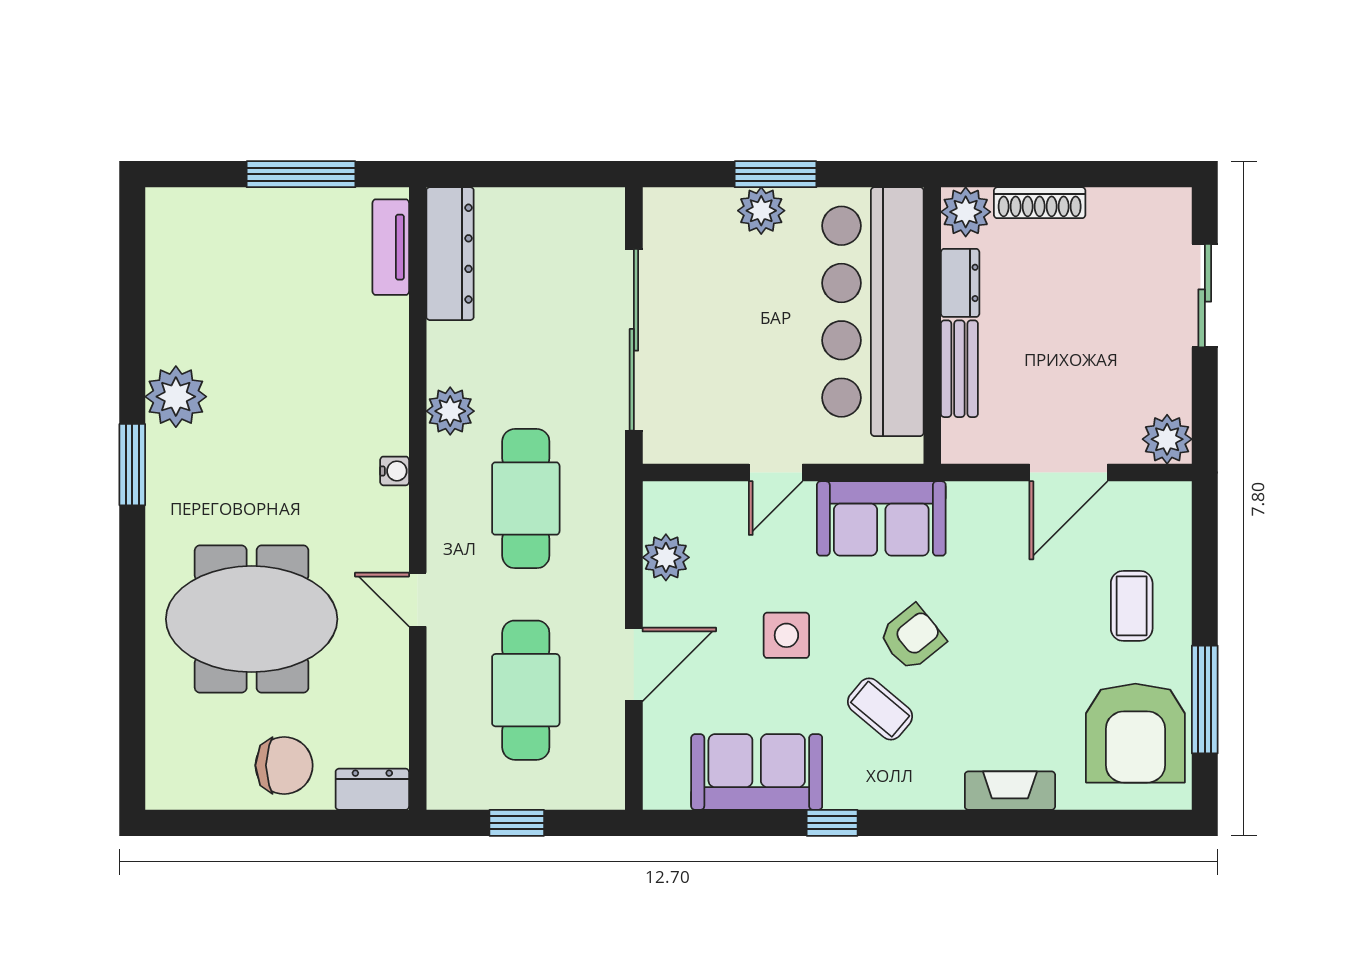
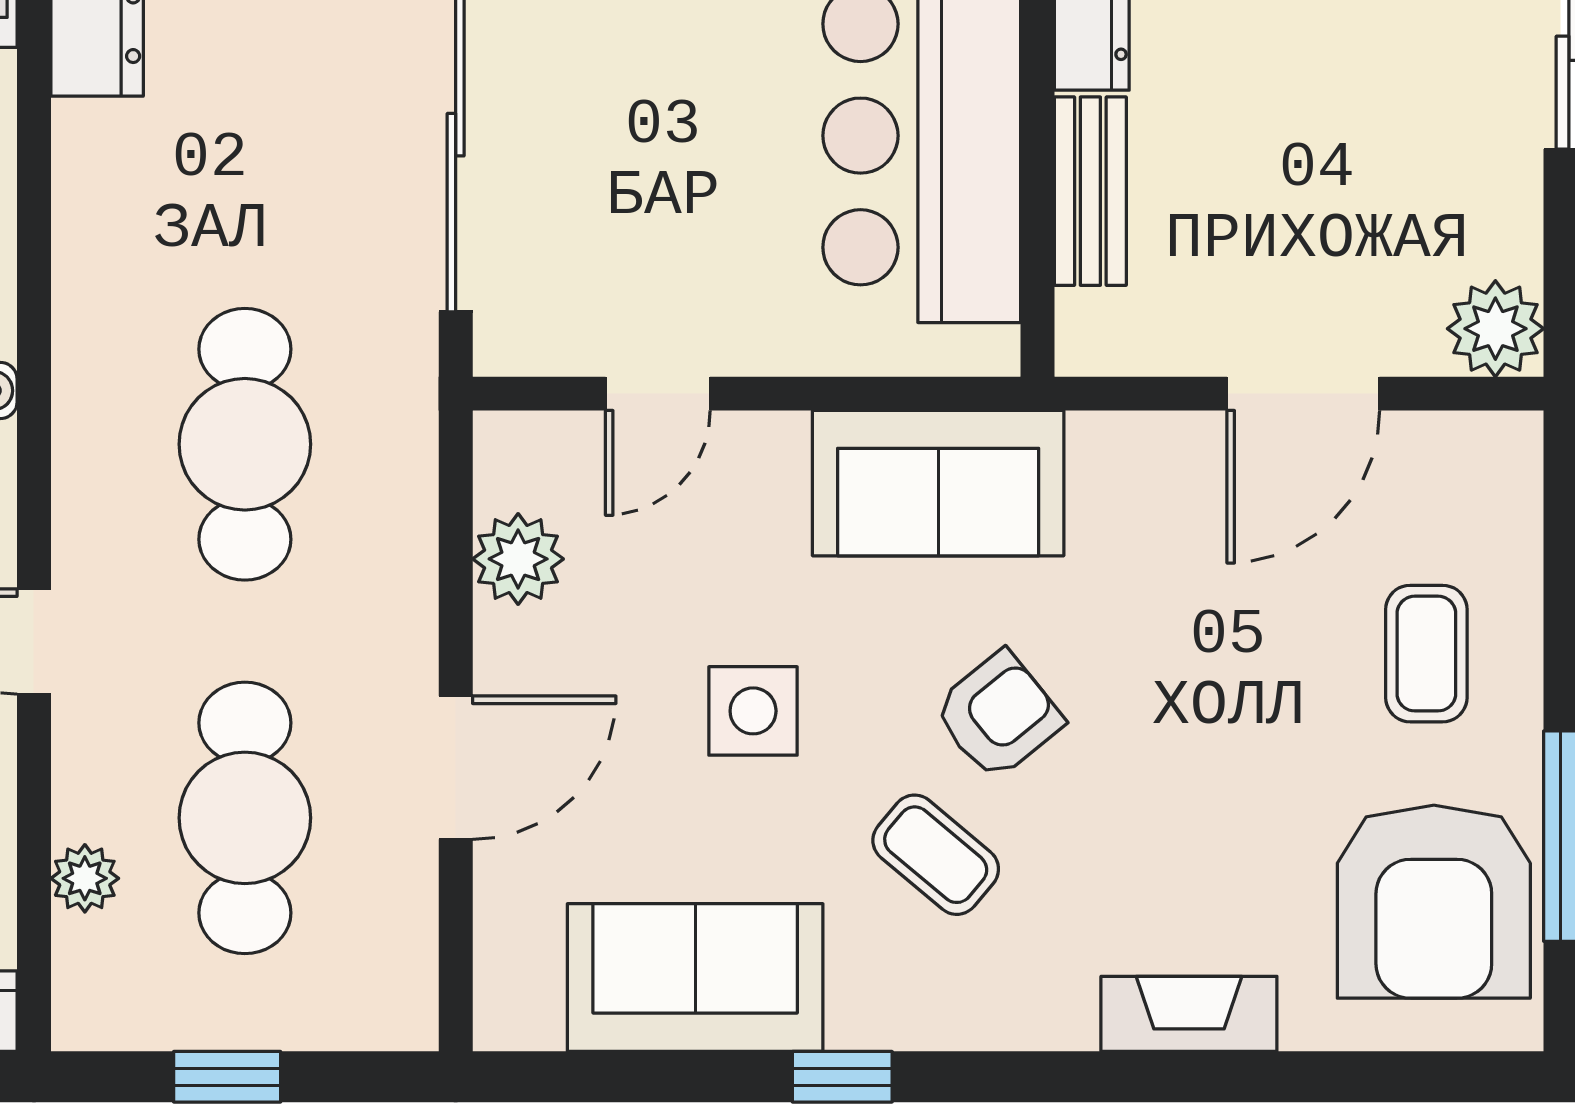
plant: (450, 411) -> (85, 878), moved, width x0.73, depth x0.73
door: (776, 473) -> (658, 394), moved

